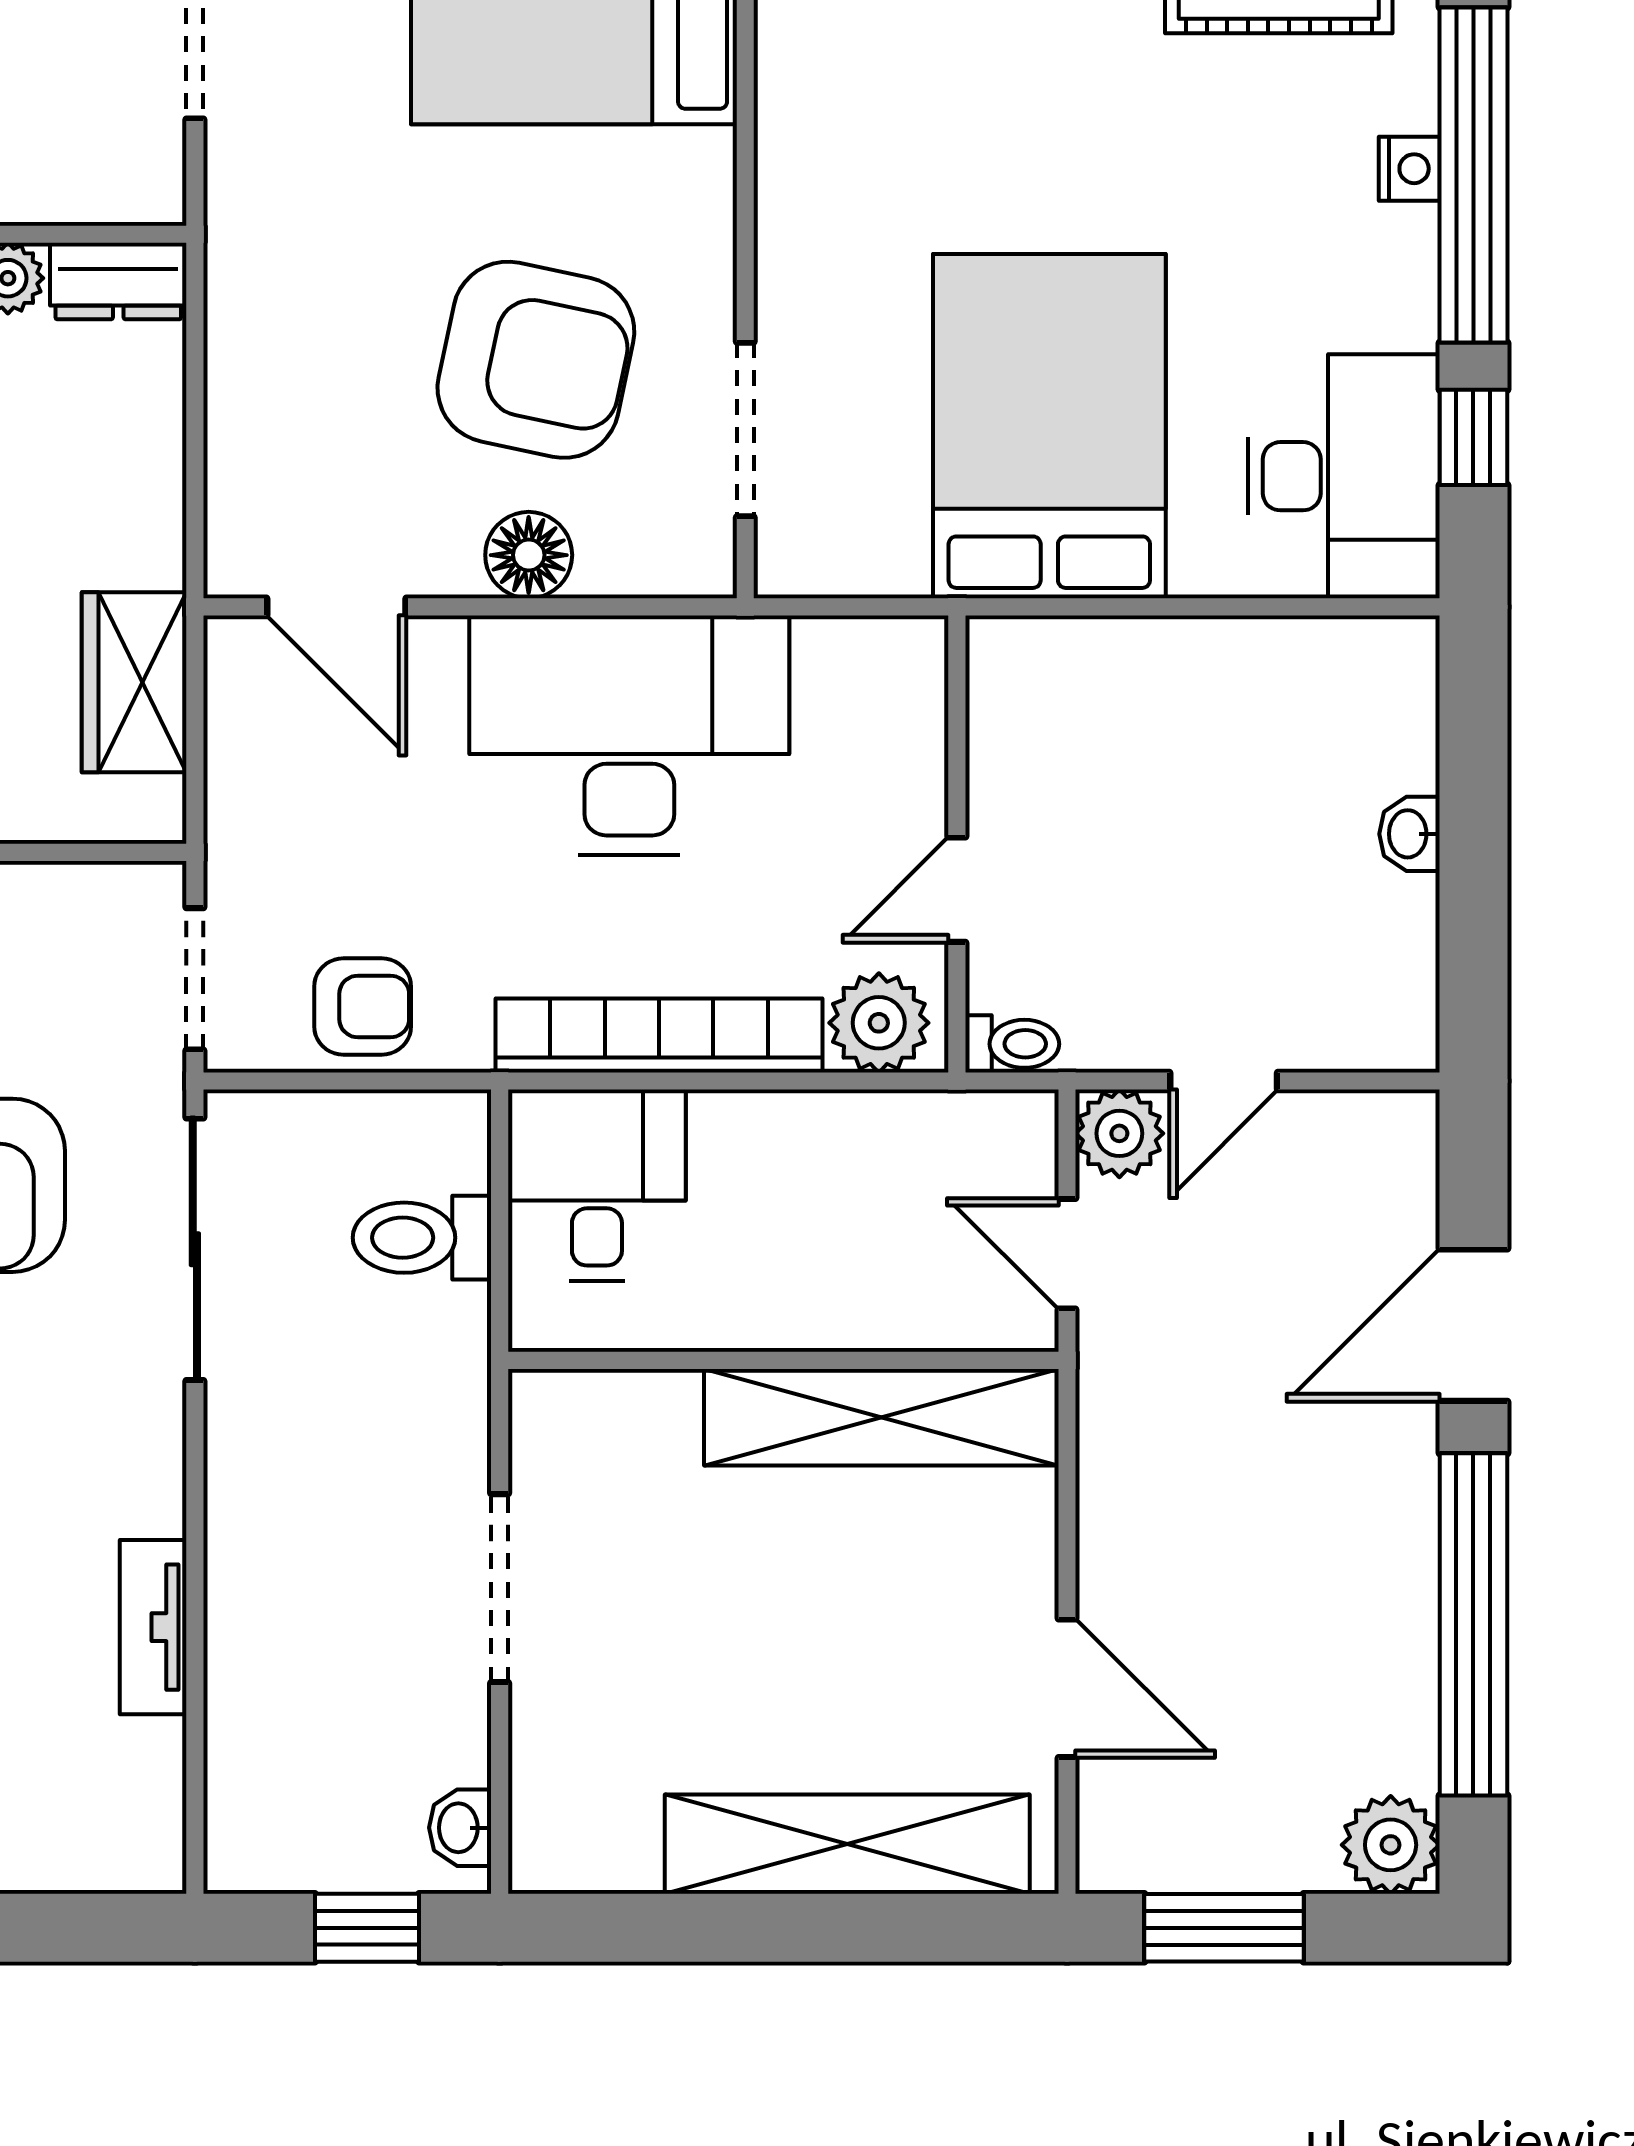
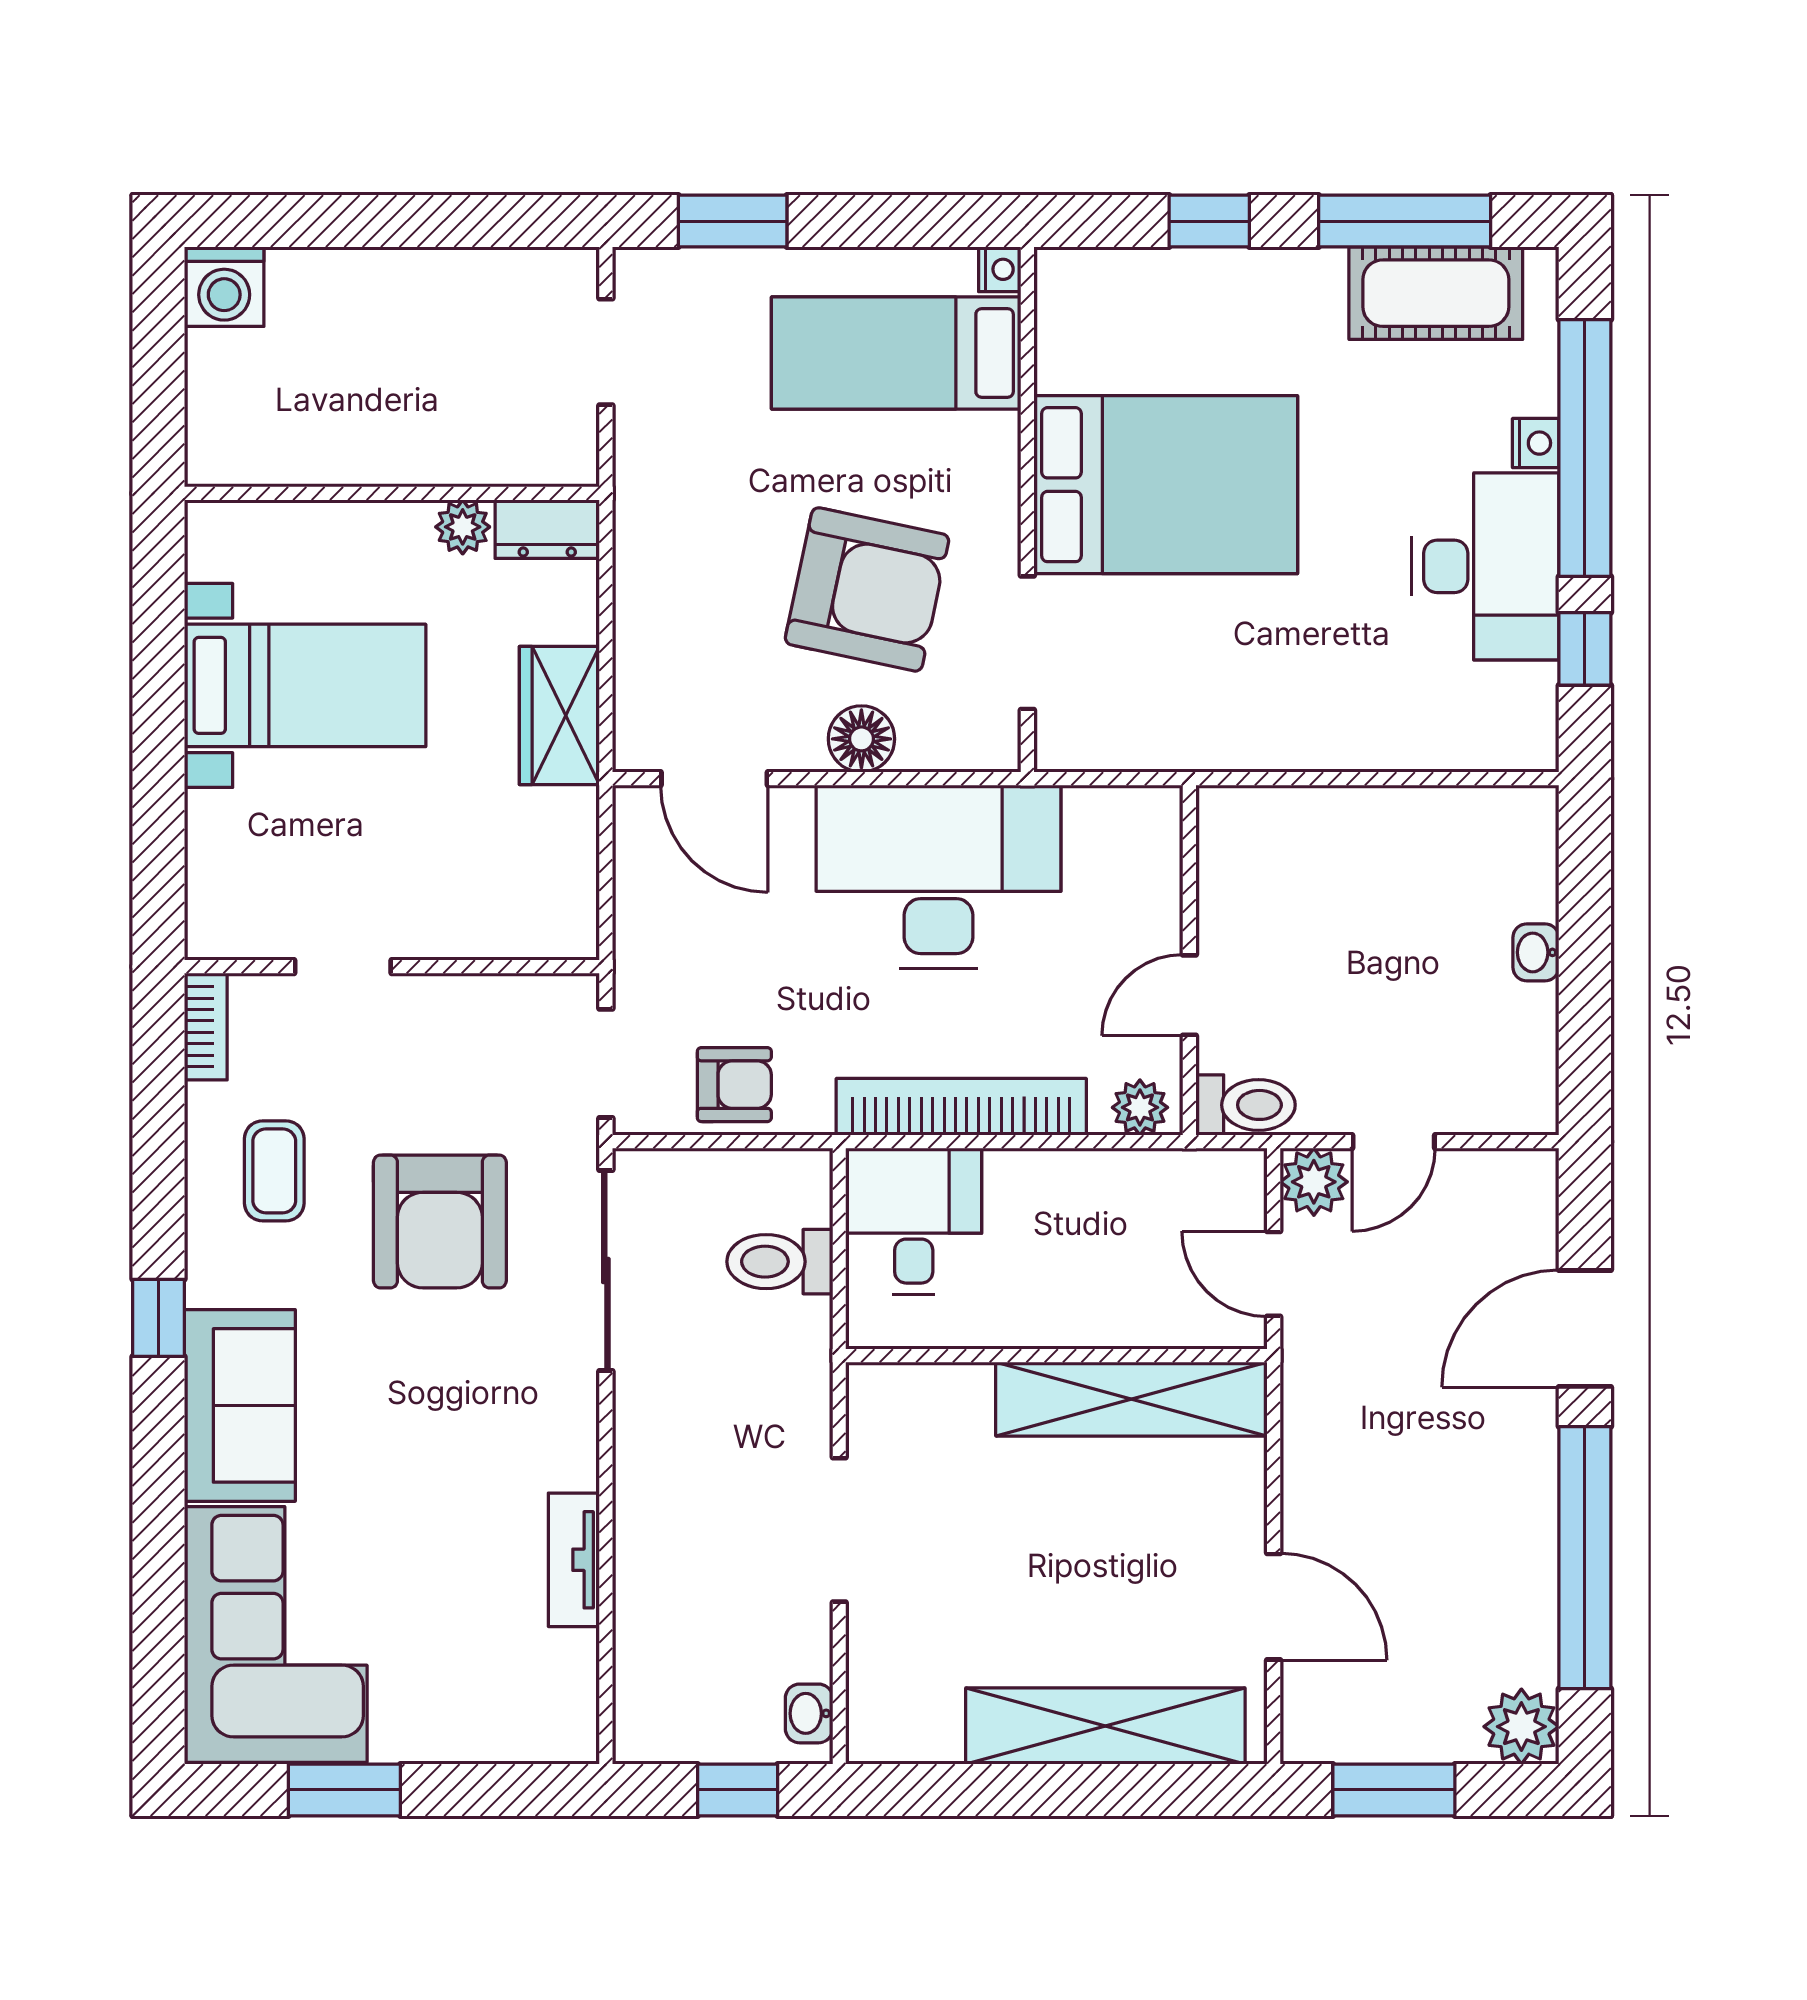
bed: (1049, 426) -> (1166, 485), moved, turned 90
desk: (1344, 476) -> (1485, 566), moved
wardrobe: (134, 682) -> (559, 716), moved
plant: (879, 1023) -> (1140, 1107), width x0.73, depth x0.73
toilet: (1012, 1044) -> (1246, 1105), width x1.37, depth x1.39

